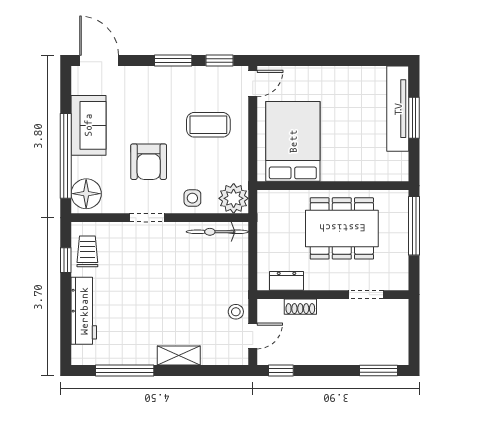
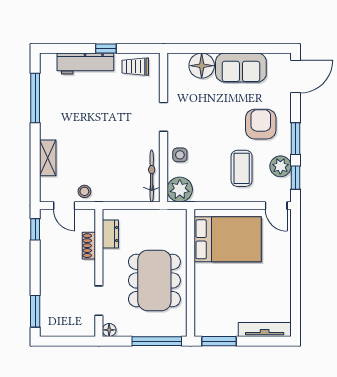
plant: (206, 78) -> (280, 166), added
tv unit: (398, 109) -> (265, 330), width x0.73, depth x0.78
window: (414, 118) -> (219, 341), moved
window: (66, 156) -> (215, 49), removed
armchair: (149, 162) -> (261, 124), moved, turned 90
floor lamp: (86, 194) -> (202, 66), moved
trolley: (87, 251) -> (135, 67), turned 180
window: (66, 260) -> (106, 49), moved
floor lamp: (401, 282) -> (109, 330), added
shelving: (179, 355) -> (48, 158), moved

